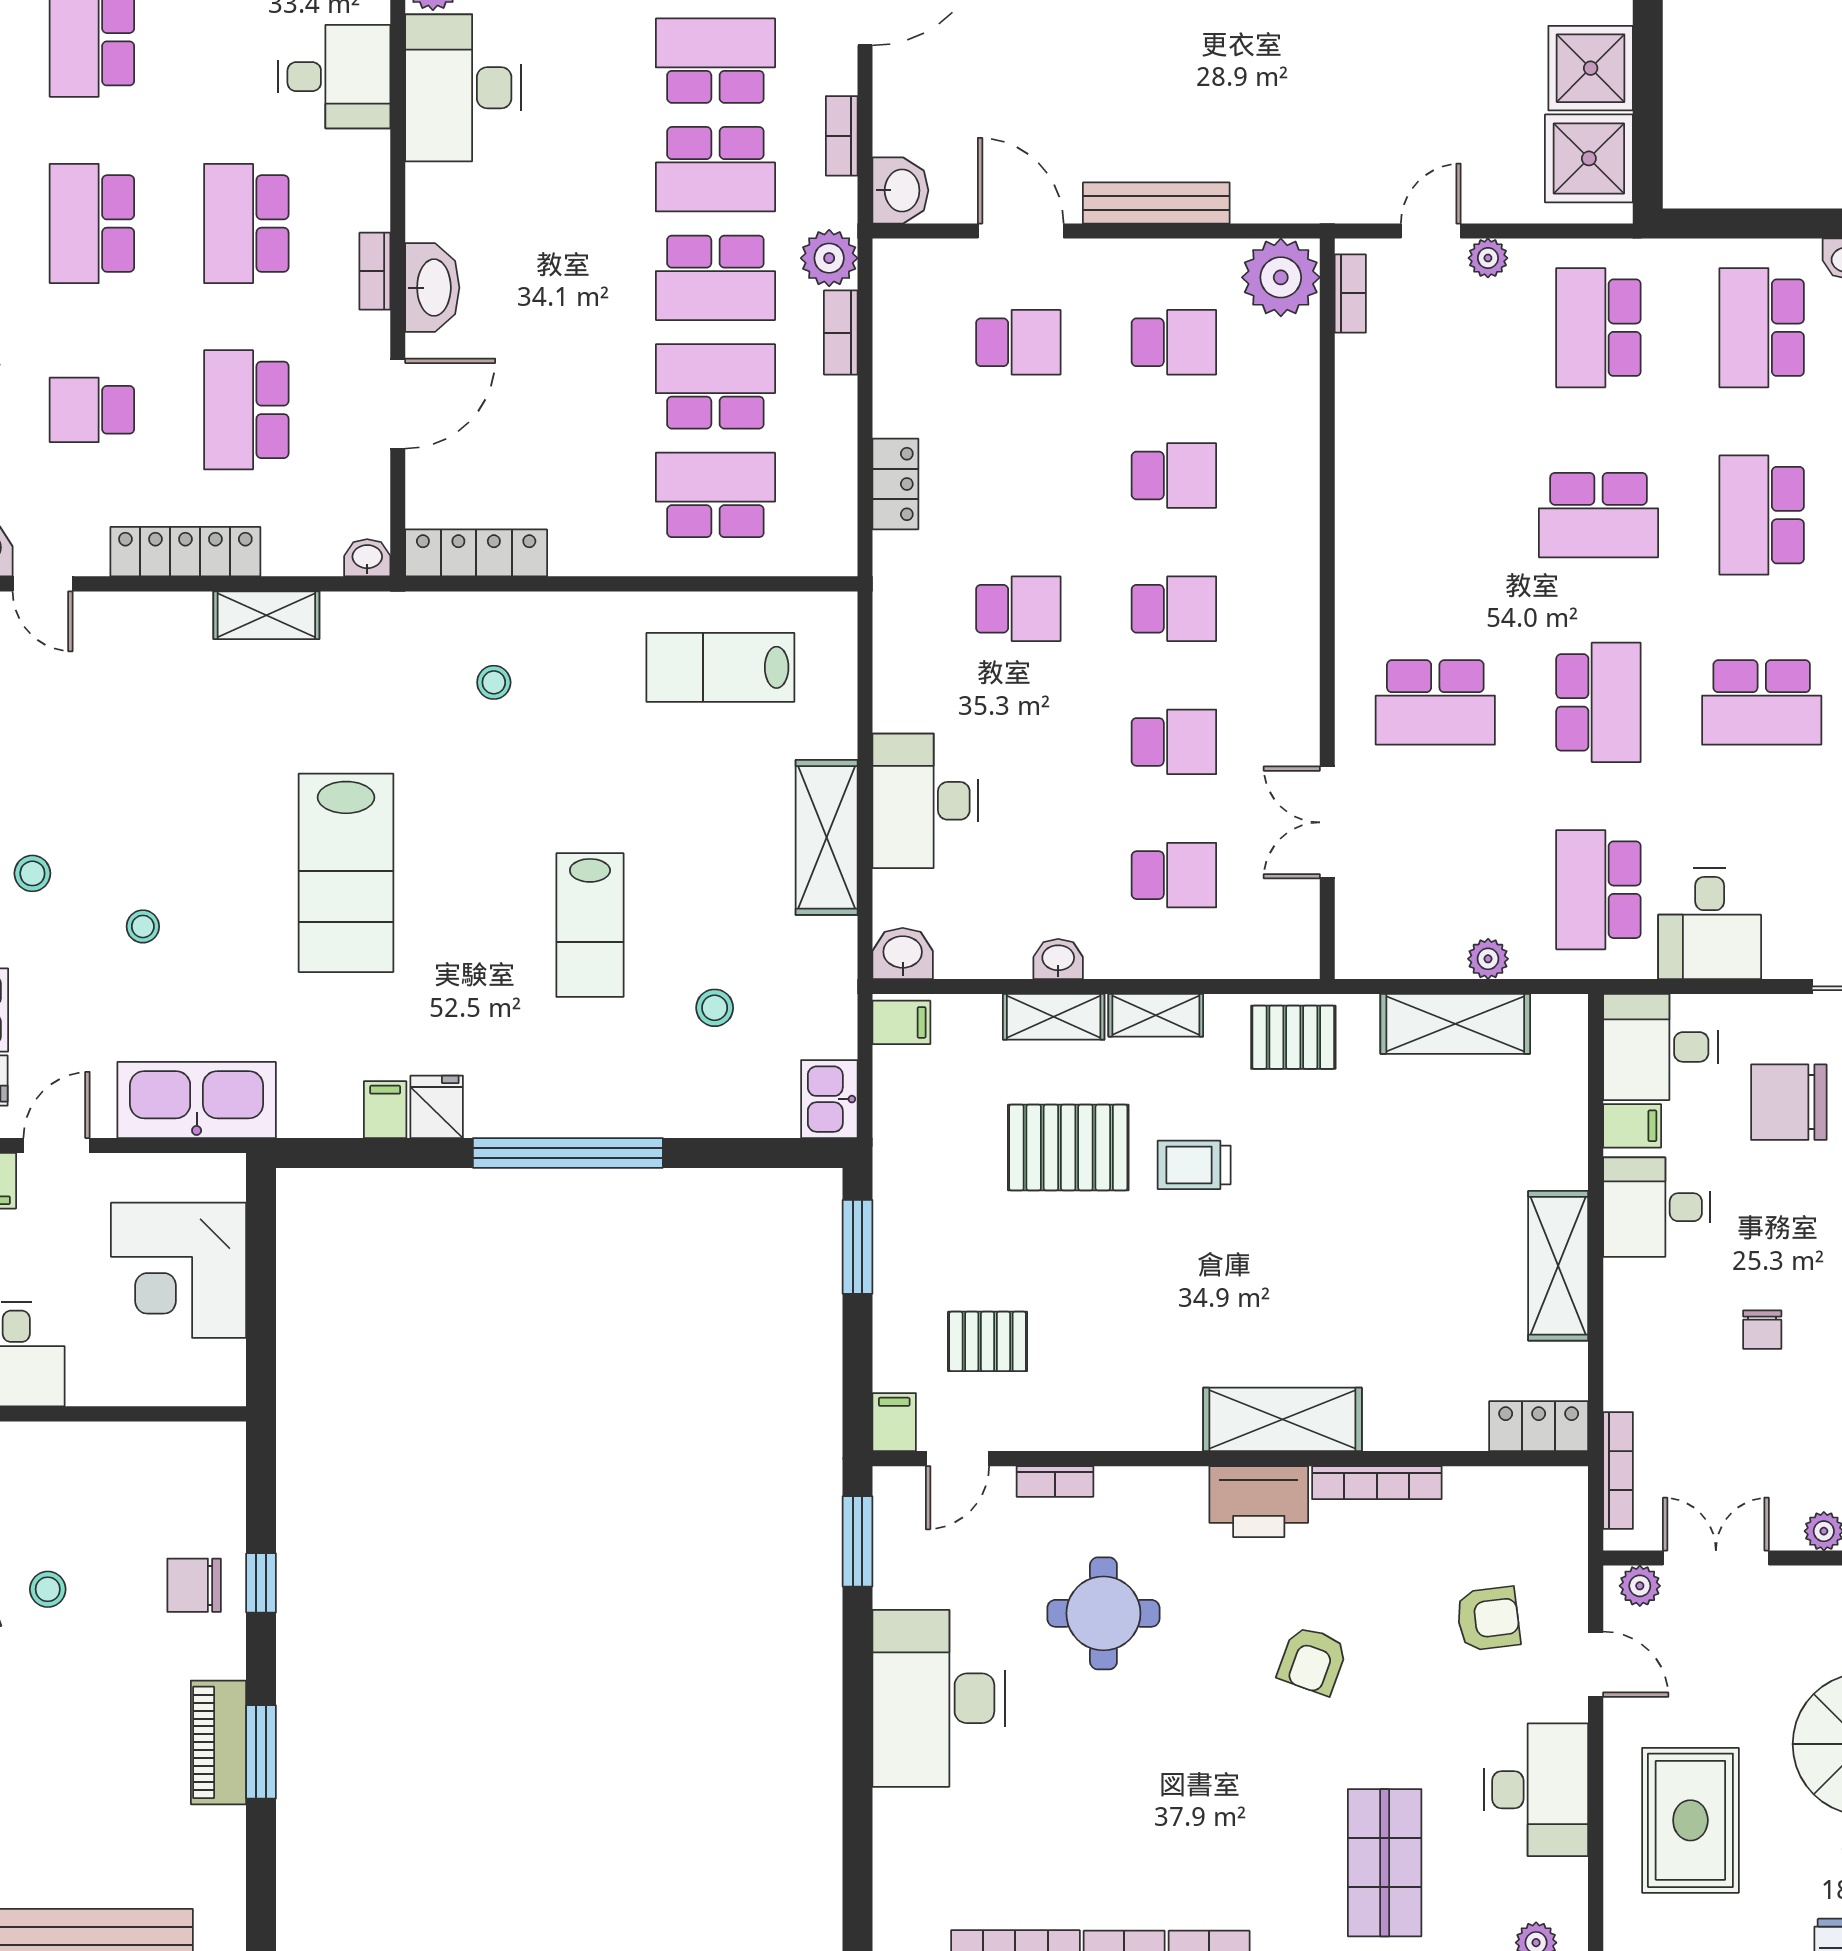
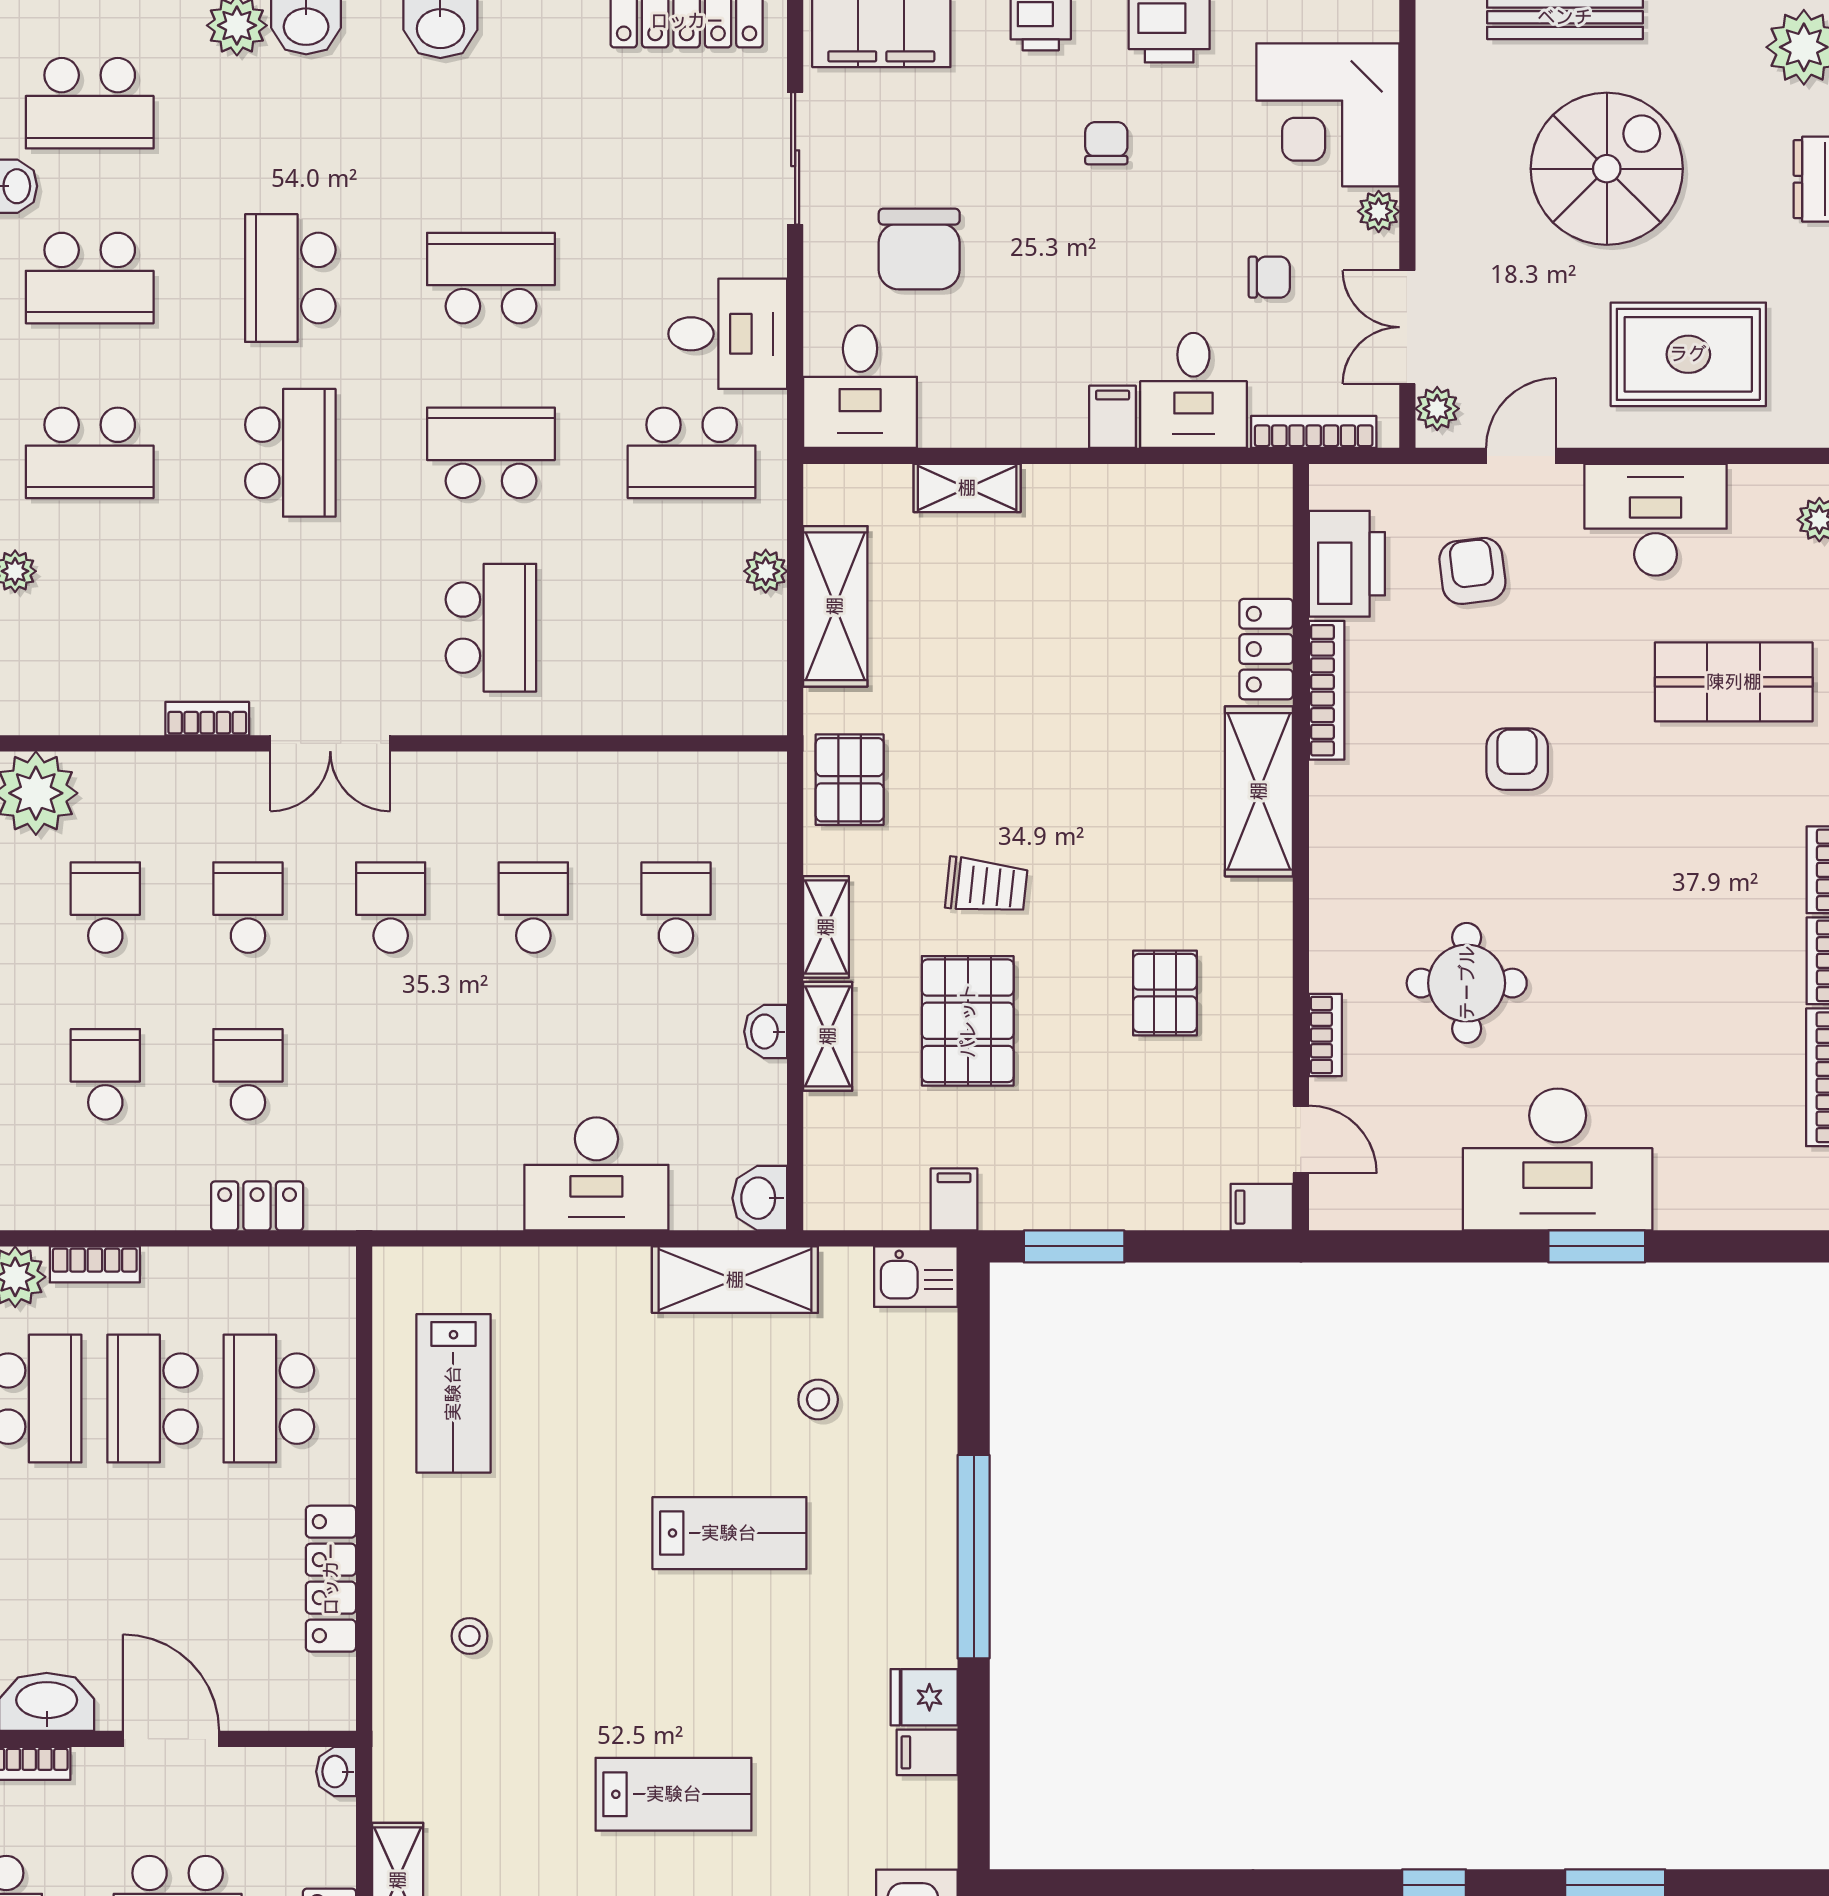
bookcase: (1350, 293) -> (207, 719), moved
school desk: (1762, 515) -> (290, 278), turned 90
locker: (476, 553) -> (331, 1579), moved
school desk: (1018, 609) -> (248, 1074), moved
school desk: (1762, 702) -> (491, 278), turned -90
double door: (1327, 822) -> (330, 743), moved
shelving: (827, 837) -> (735, 1280), moved
lab bench: (346, 873) -> (674, 1794), width x0.73, depth x0.72
filing cabinet: (901, 1022) -> (954, 1199), moved
filing cabinet: (1632, 1126) -> (1113, 417), moved
trolley: (1194, 1165) -> (986, 886), turned -84
desk: (1657, 1207) -> (1193, 390), moved
shelving: (1558, 1266) -> (967, 488), moved, width x0.67, depth x0.75
chair: (1762, 1330) -> (1269, 277), moved
pallet: (988, 1341) -> (1165, 993), moved
locker: (1539, 1426) -> (1266, 649), moved
printer: (1259, 1502) -> (1347, 564), moved
window: (858, 1541) -> (1597, 1246), moved
armchair: (1313, 1660) -> (1517, 759), turned -110

